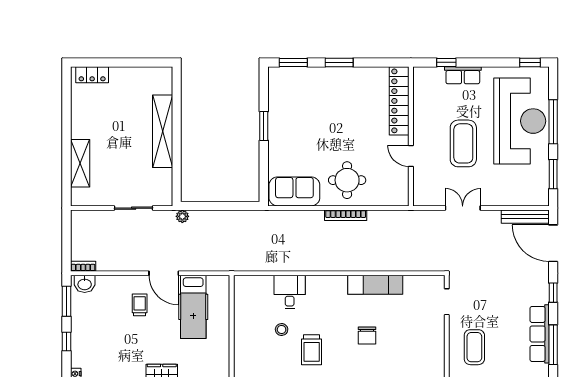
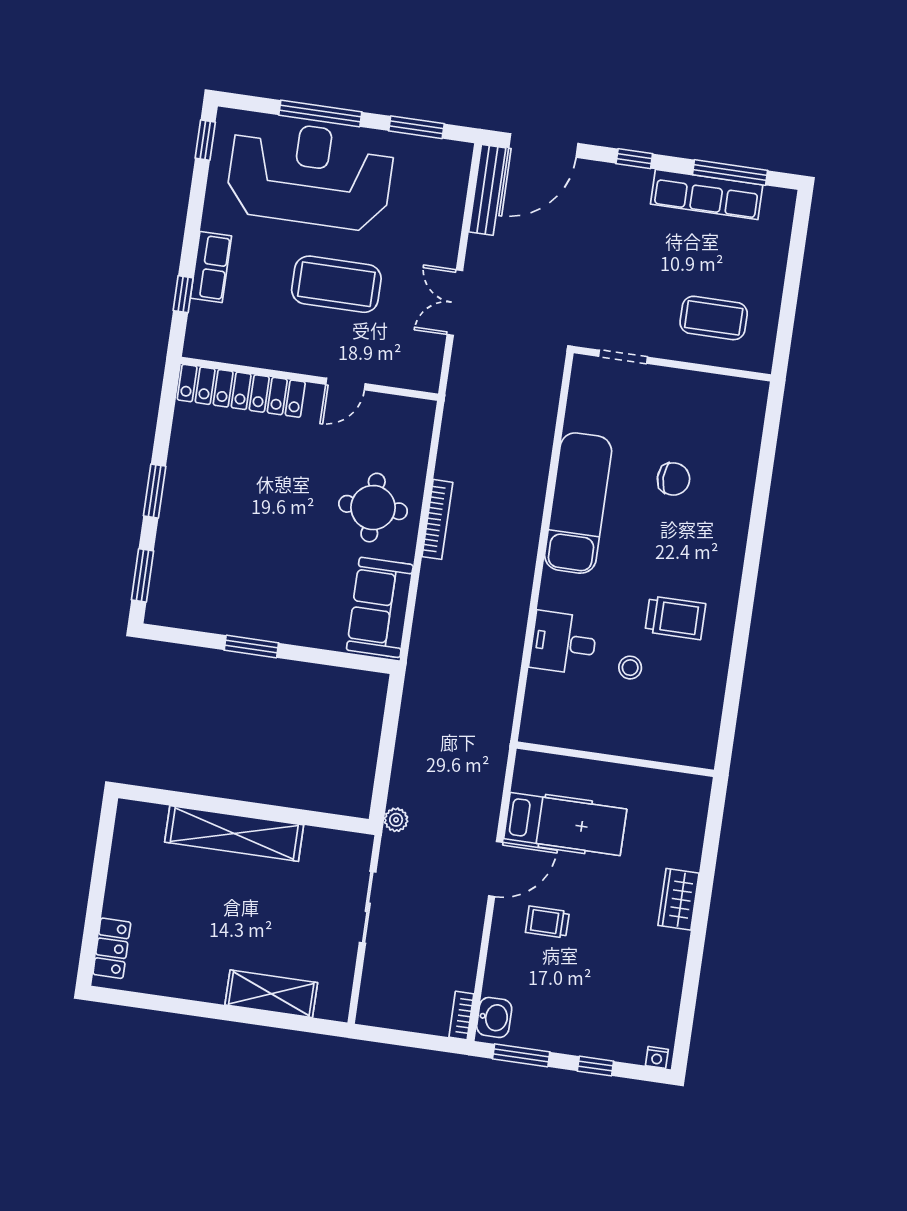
exam couch: (375, 285) -> (578, 503), width x1.36, depth x1.45
chair: (367, 336) -> (673, 479), moved

